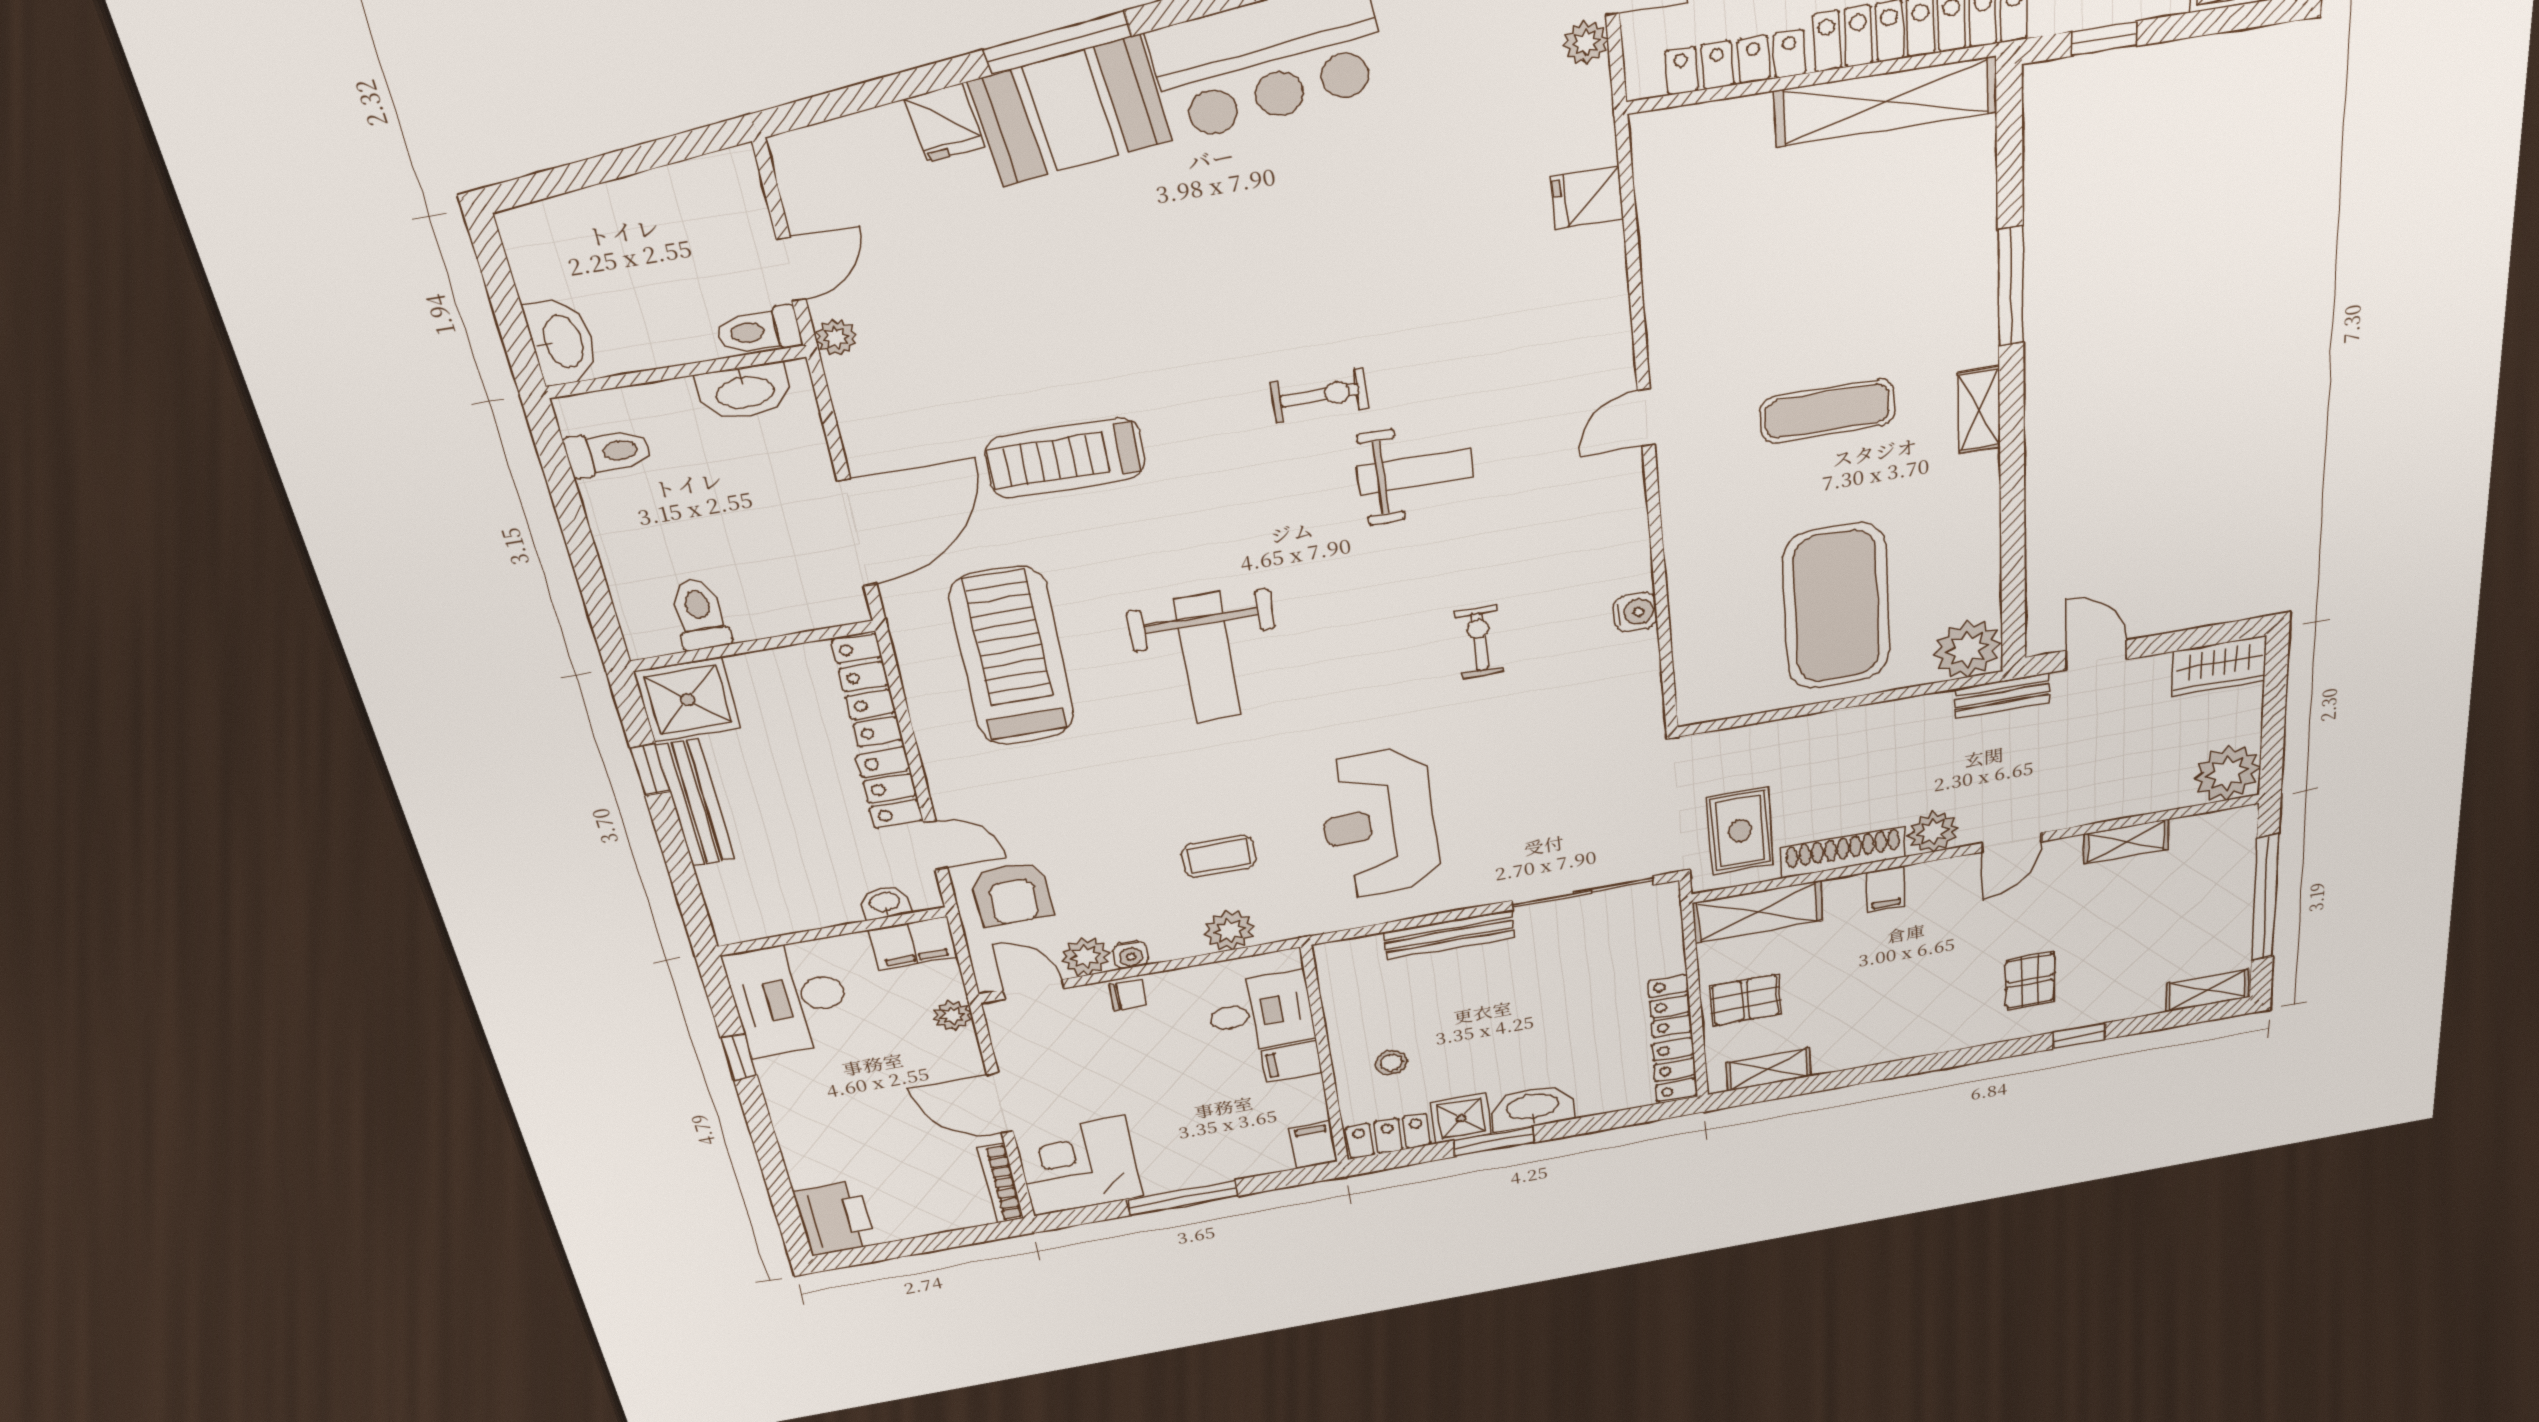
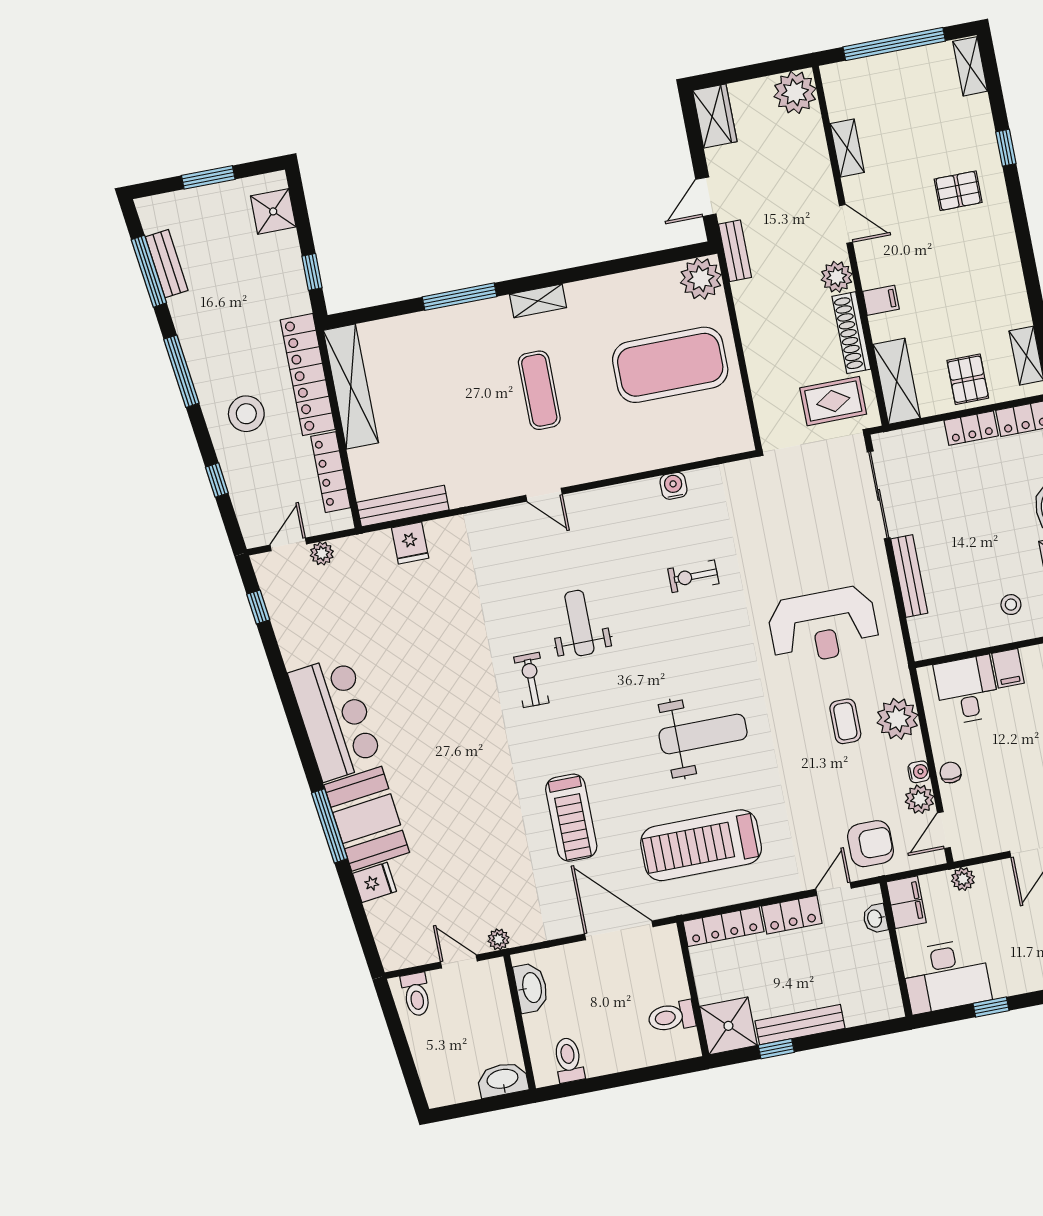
bench: (1656, 187) -> (403, 506), added
toilet: (759, 331) -> (416, 994), moved
plant: (1229, 930) -> (897, 719), width x1.36, depth x1.36

